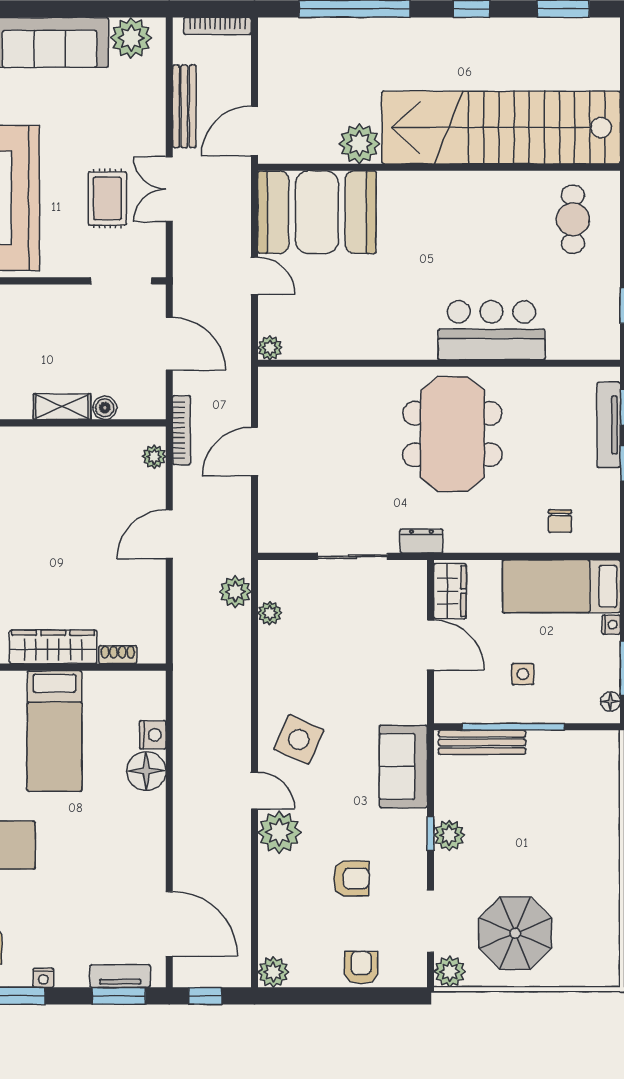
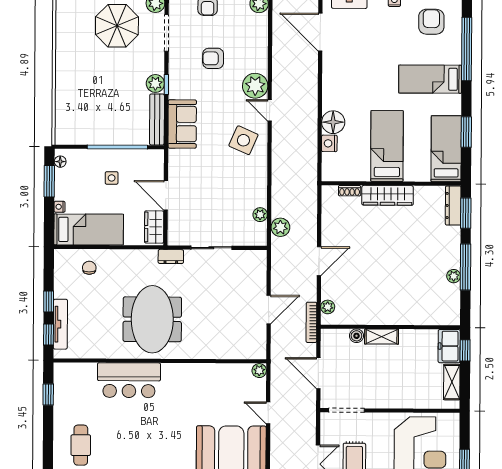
bench: (482, 742) -> (157, 119), moved, turned 90

